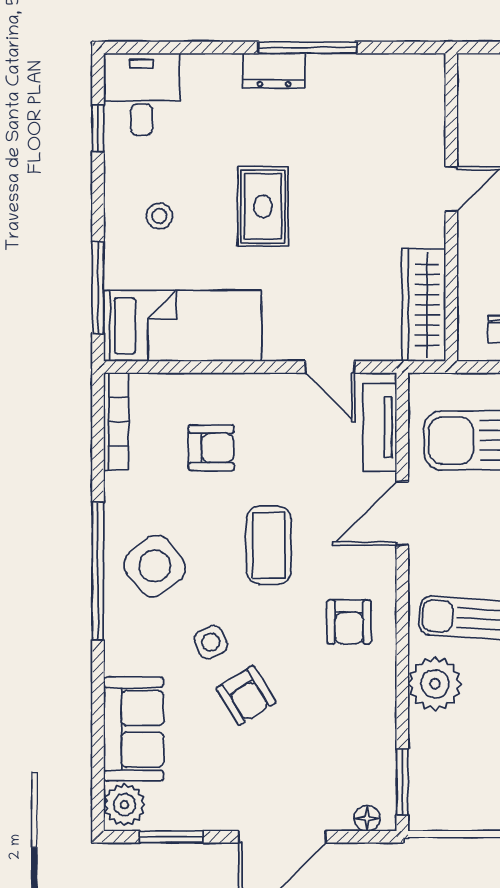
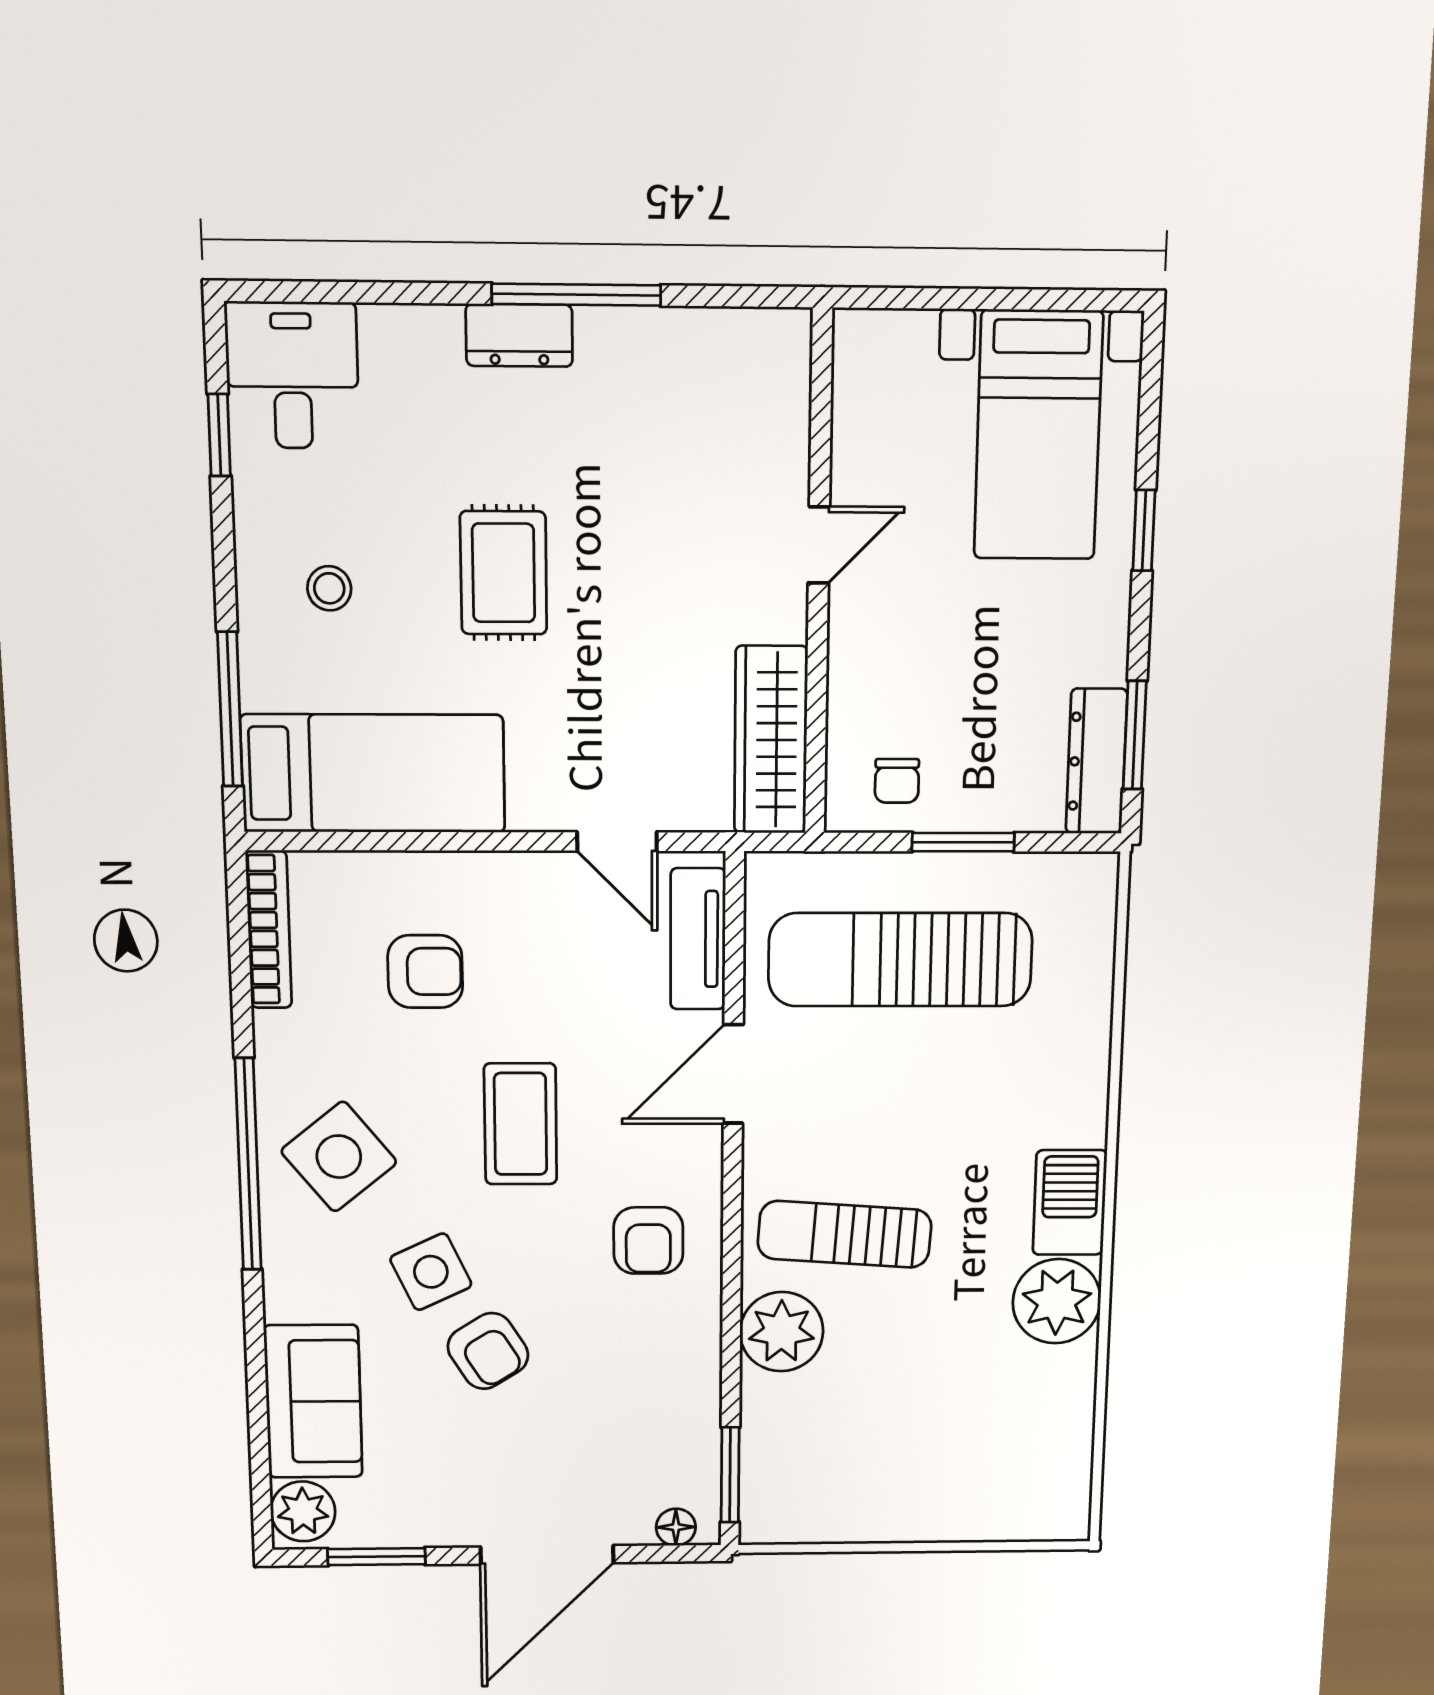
side table: (211, 642) -> (431, 1272), width x1.37, depth x1.37

